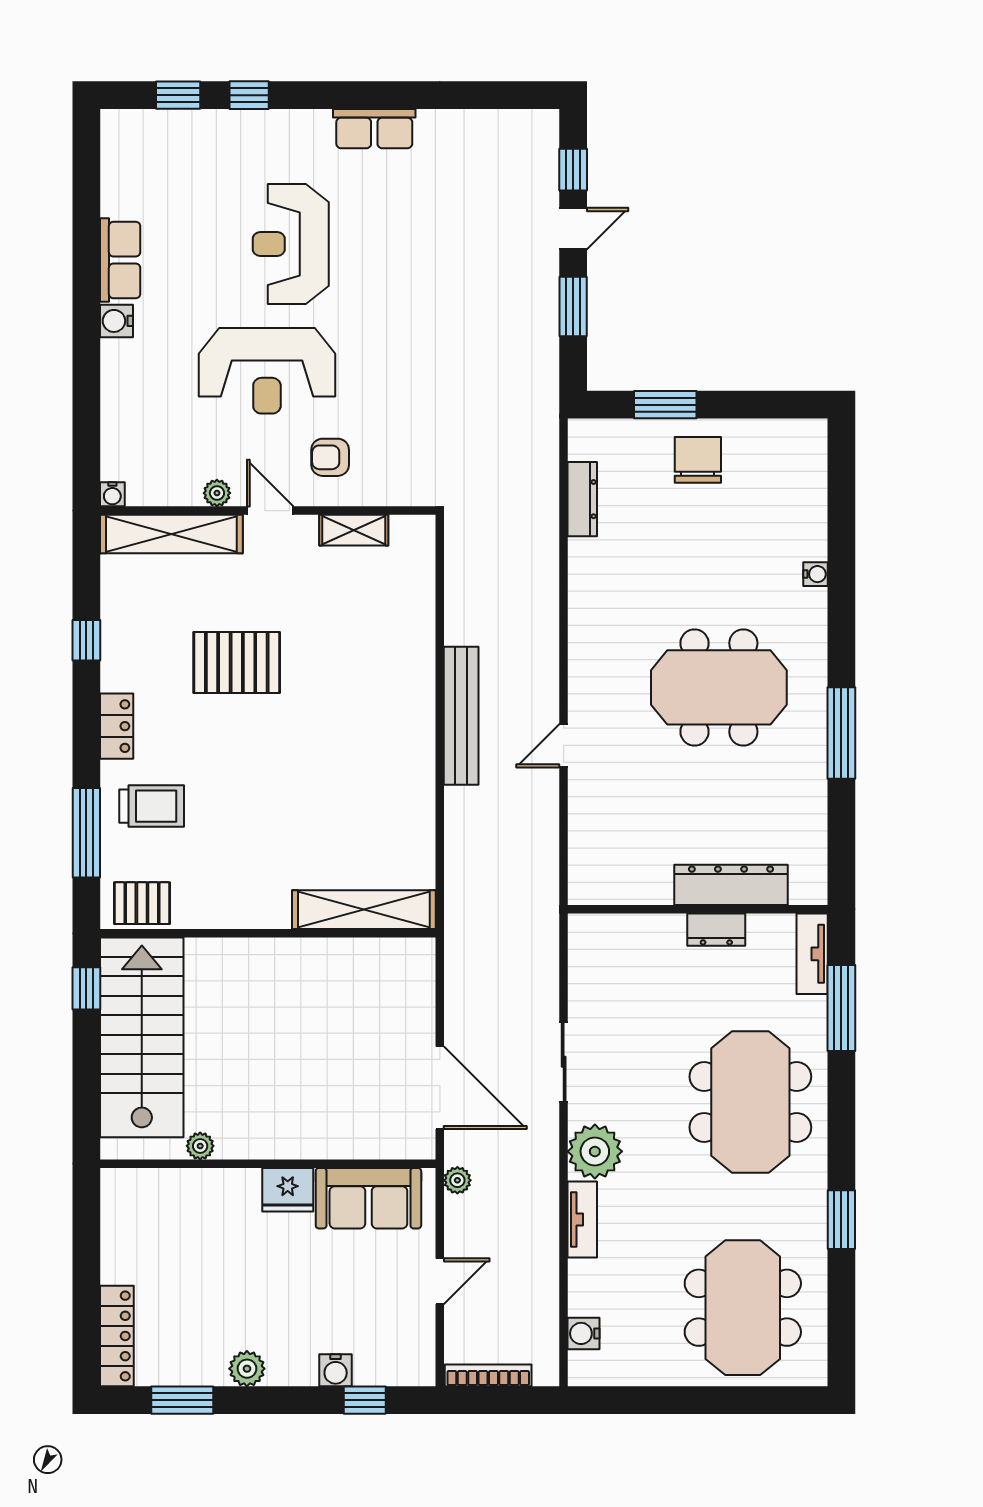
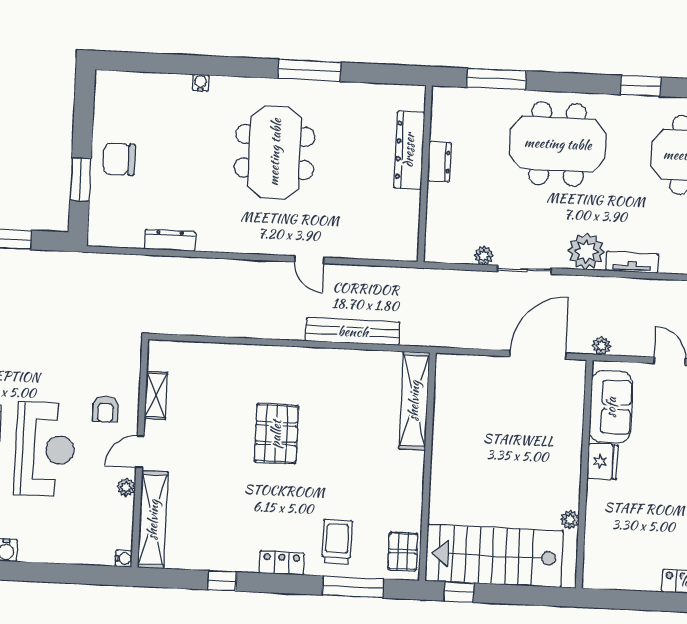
dresser: (582, 499) -> (170, 240), moved
pallet: (237, 662) -> (276, 434), moved
bench: (461, 716) -> (353, 332), moved
tv unit: (812, 954) -> (459, 97), removed
plant: (582, 1002) -> (484, 256), added

